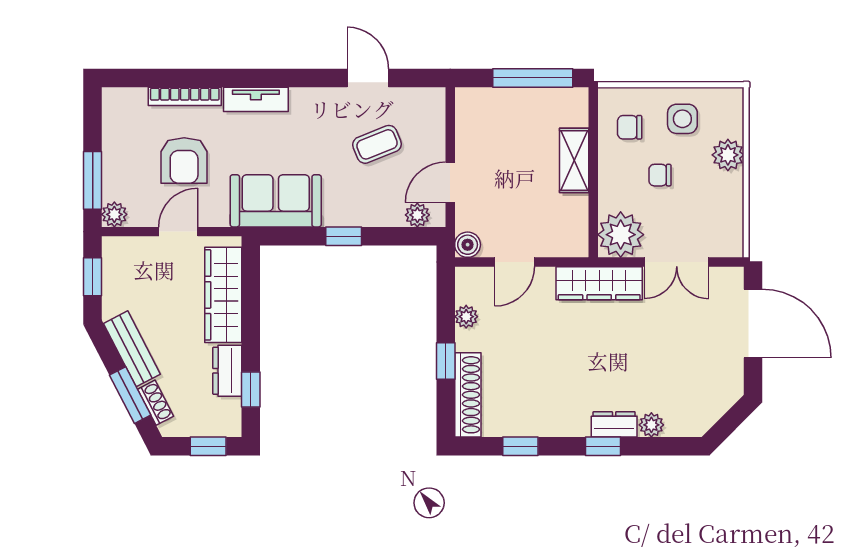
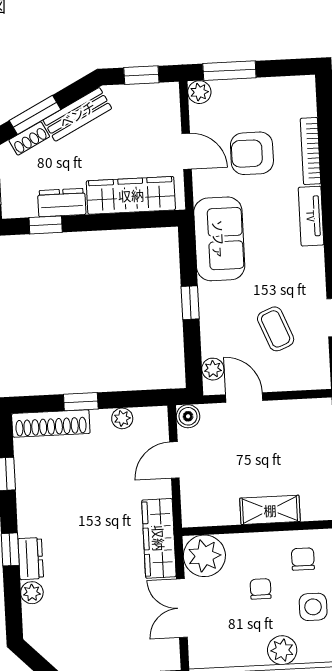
door: (515, 262) -> (174, 460), hinge flipped

